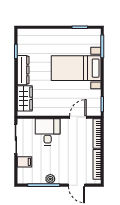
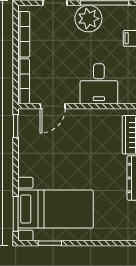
bed with nightstands: (76, 68) -> (56, 209), moved
plant: (50, 179) -> (88, 19), width x1.88, depth x1.88

